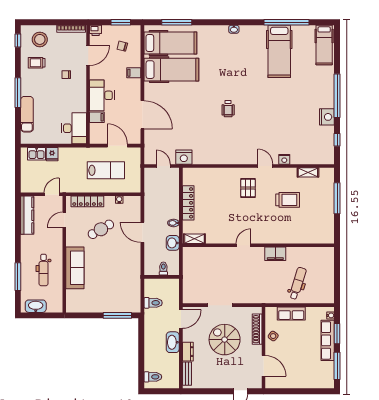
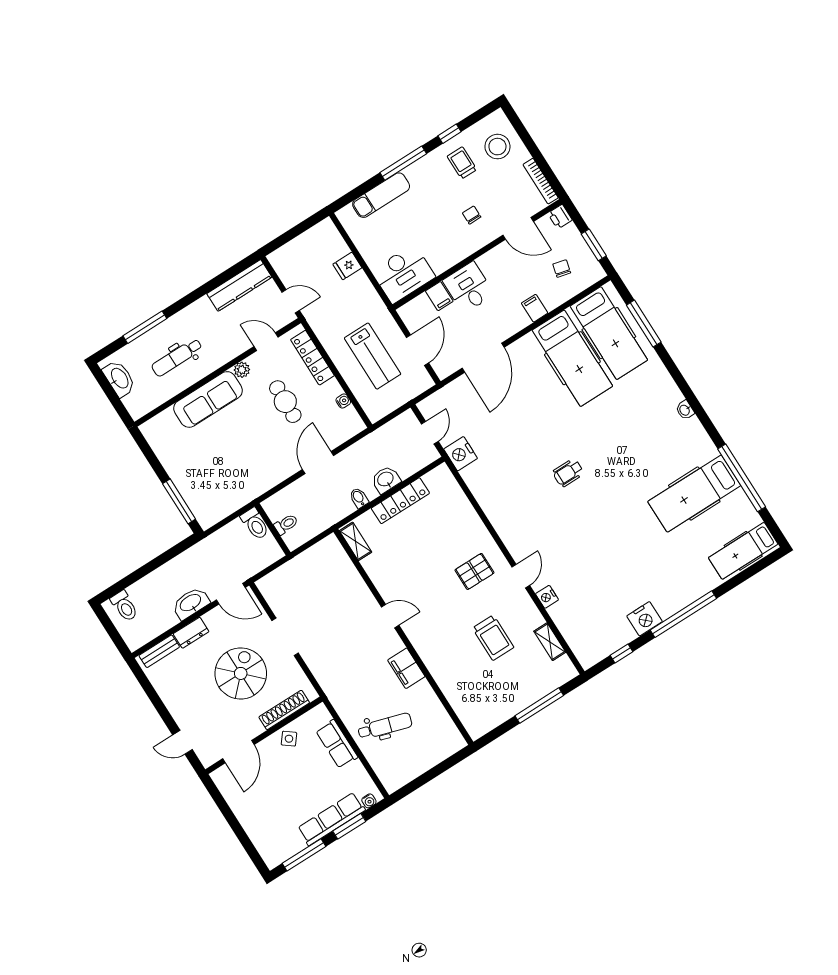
window: (18, 41) -> (450, 134), moved
desk: (102, 95) -> (468, 287), width x0.73
kitchen sink: (37, 154) -> (334, 244), removed
cafe table: (101, 229) -> (285, 402), turned 32
plant: (71, 241) -> (242, 370), added
washbasin: (173, 243) -> (386, 480), moved
toilet: (153, 303) -> (255, 524), moved

